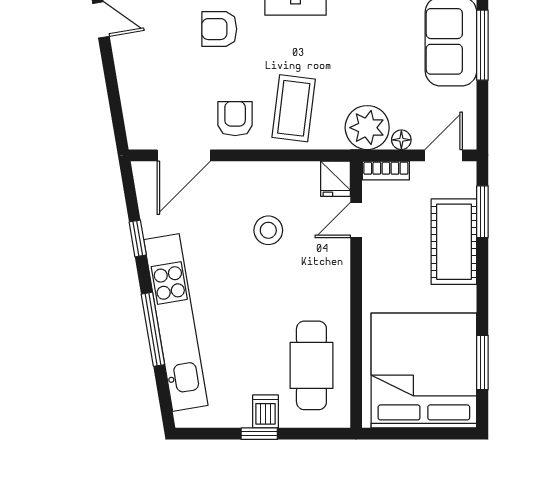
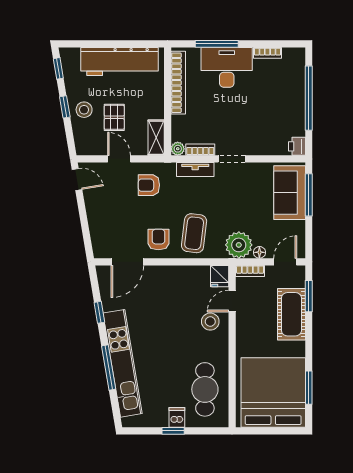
stool: (268, 230) -> (210, 322), moved

